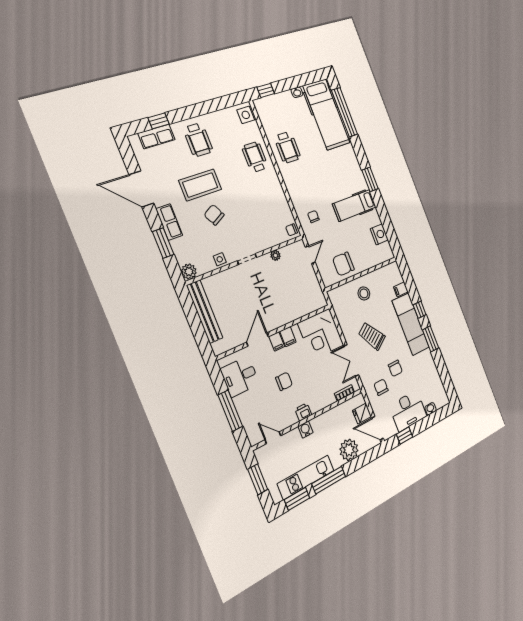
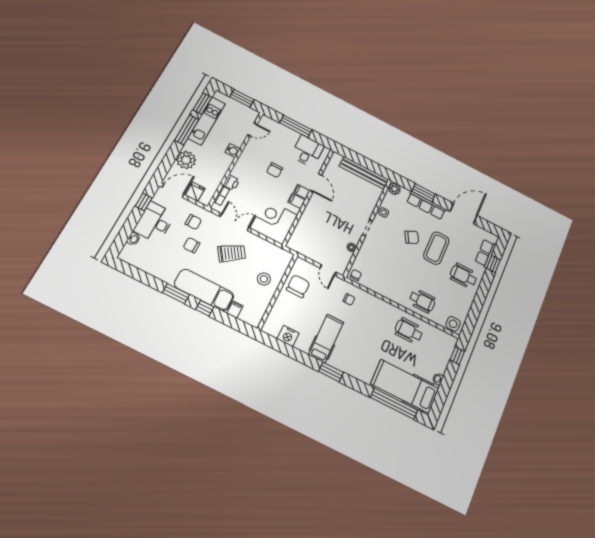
row of seats: (169, 222) -> (426, 205), width x1.48
printer: (303, 412) -> (231, 183), moved

